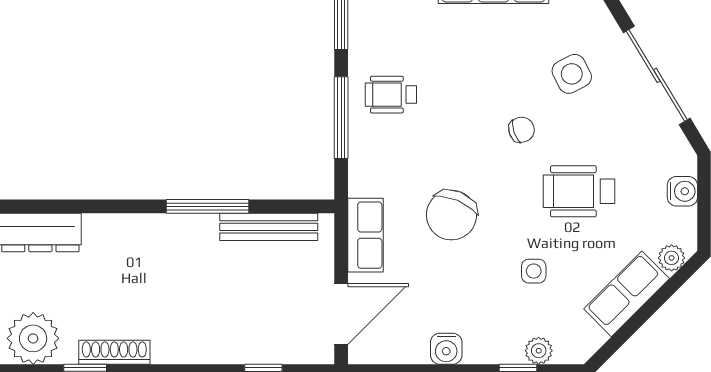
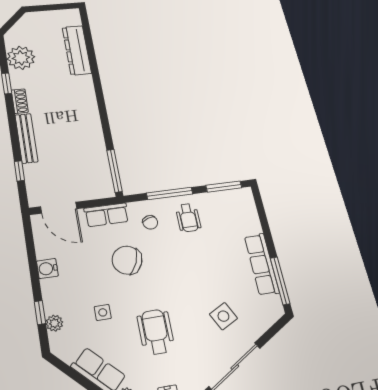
wheelchair: (391, 95) -> (188, 218), turned 180
chair: (522, 130) -> (150, 222), moved
window: (207, 206) -> (115, 171), moved
bench: (269, 227) -> (26, 138), moved
shoe rack: (114, 352) -> (20, 101), width x0.70

